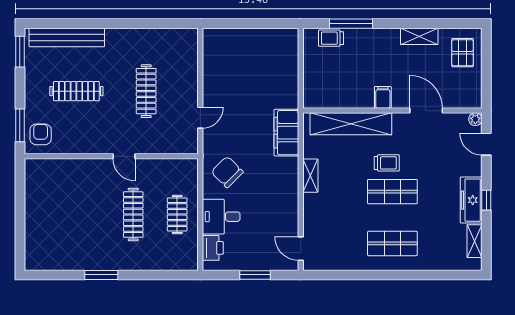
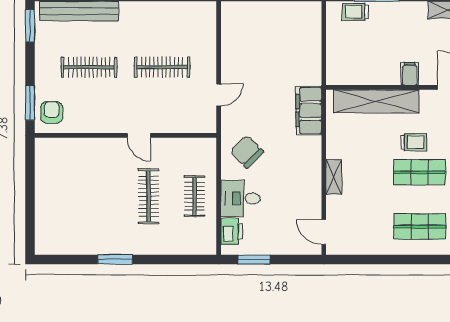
clothes rail: (146, 91) -> (162, 67), turned 90
shelving: (310, 176) -> (334, 177), moved
window: (255, 275) -> (254, 259), moved

